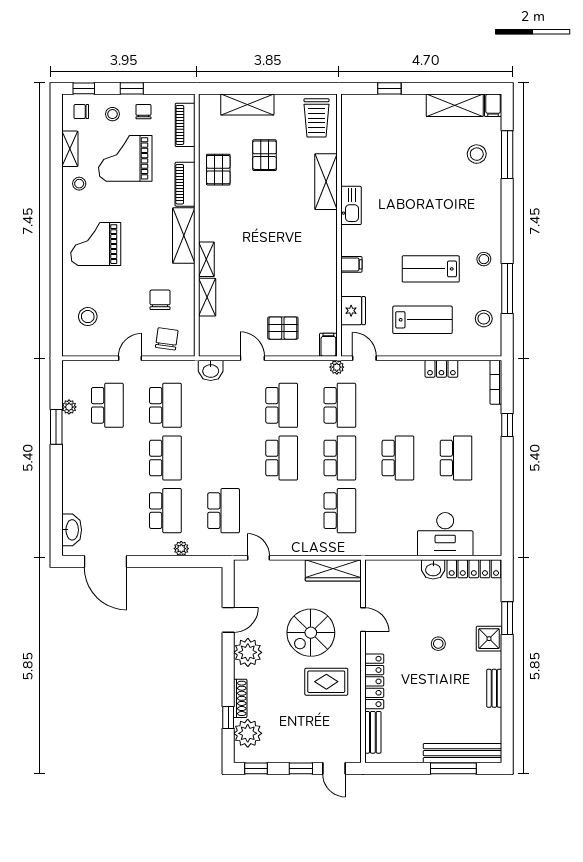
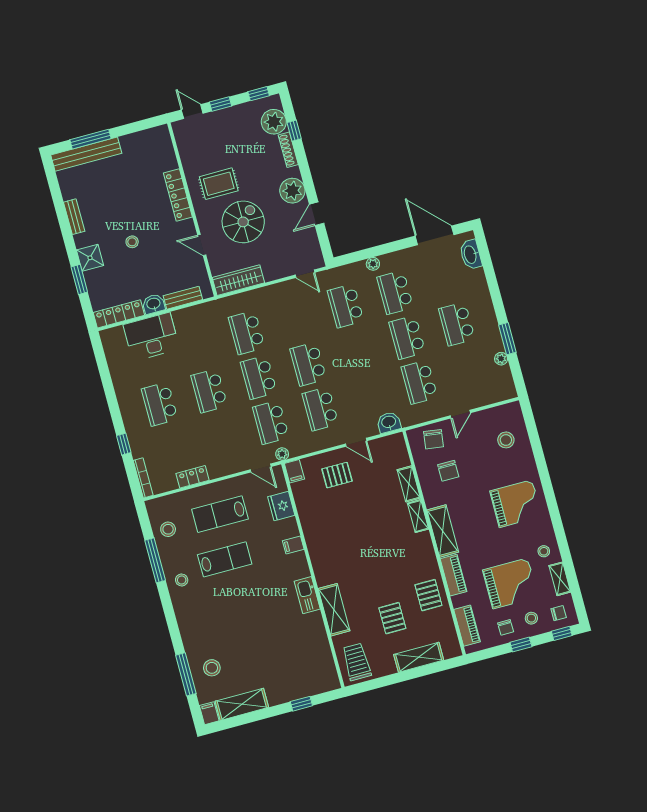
school desk: (107, 405) -> (457, 324), moved
bench: (373, 732) -> (183, 298), moved, turned 90

